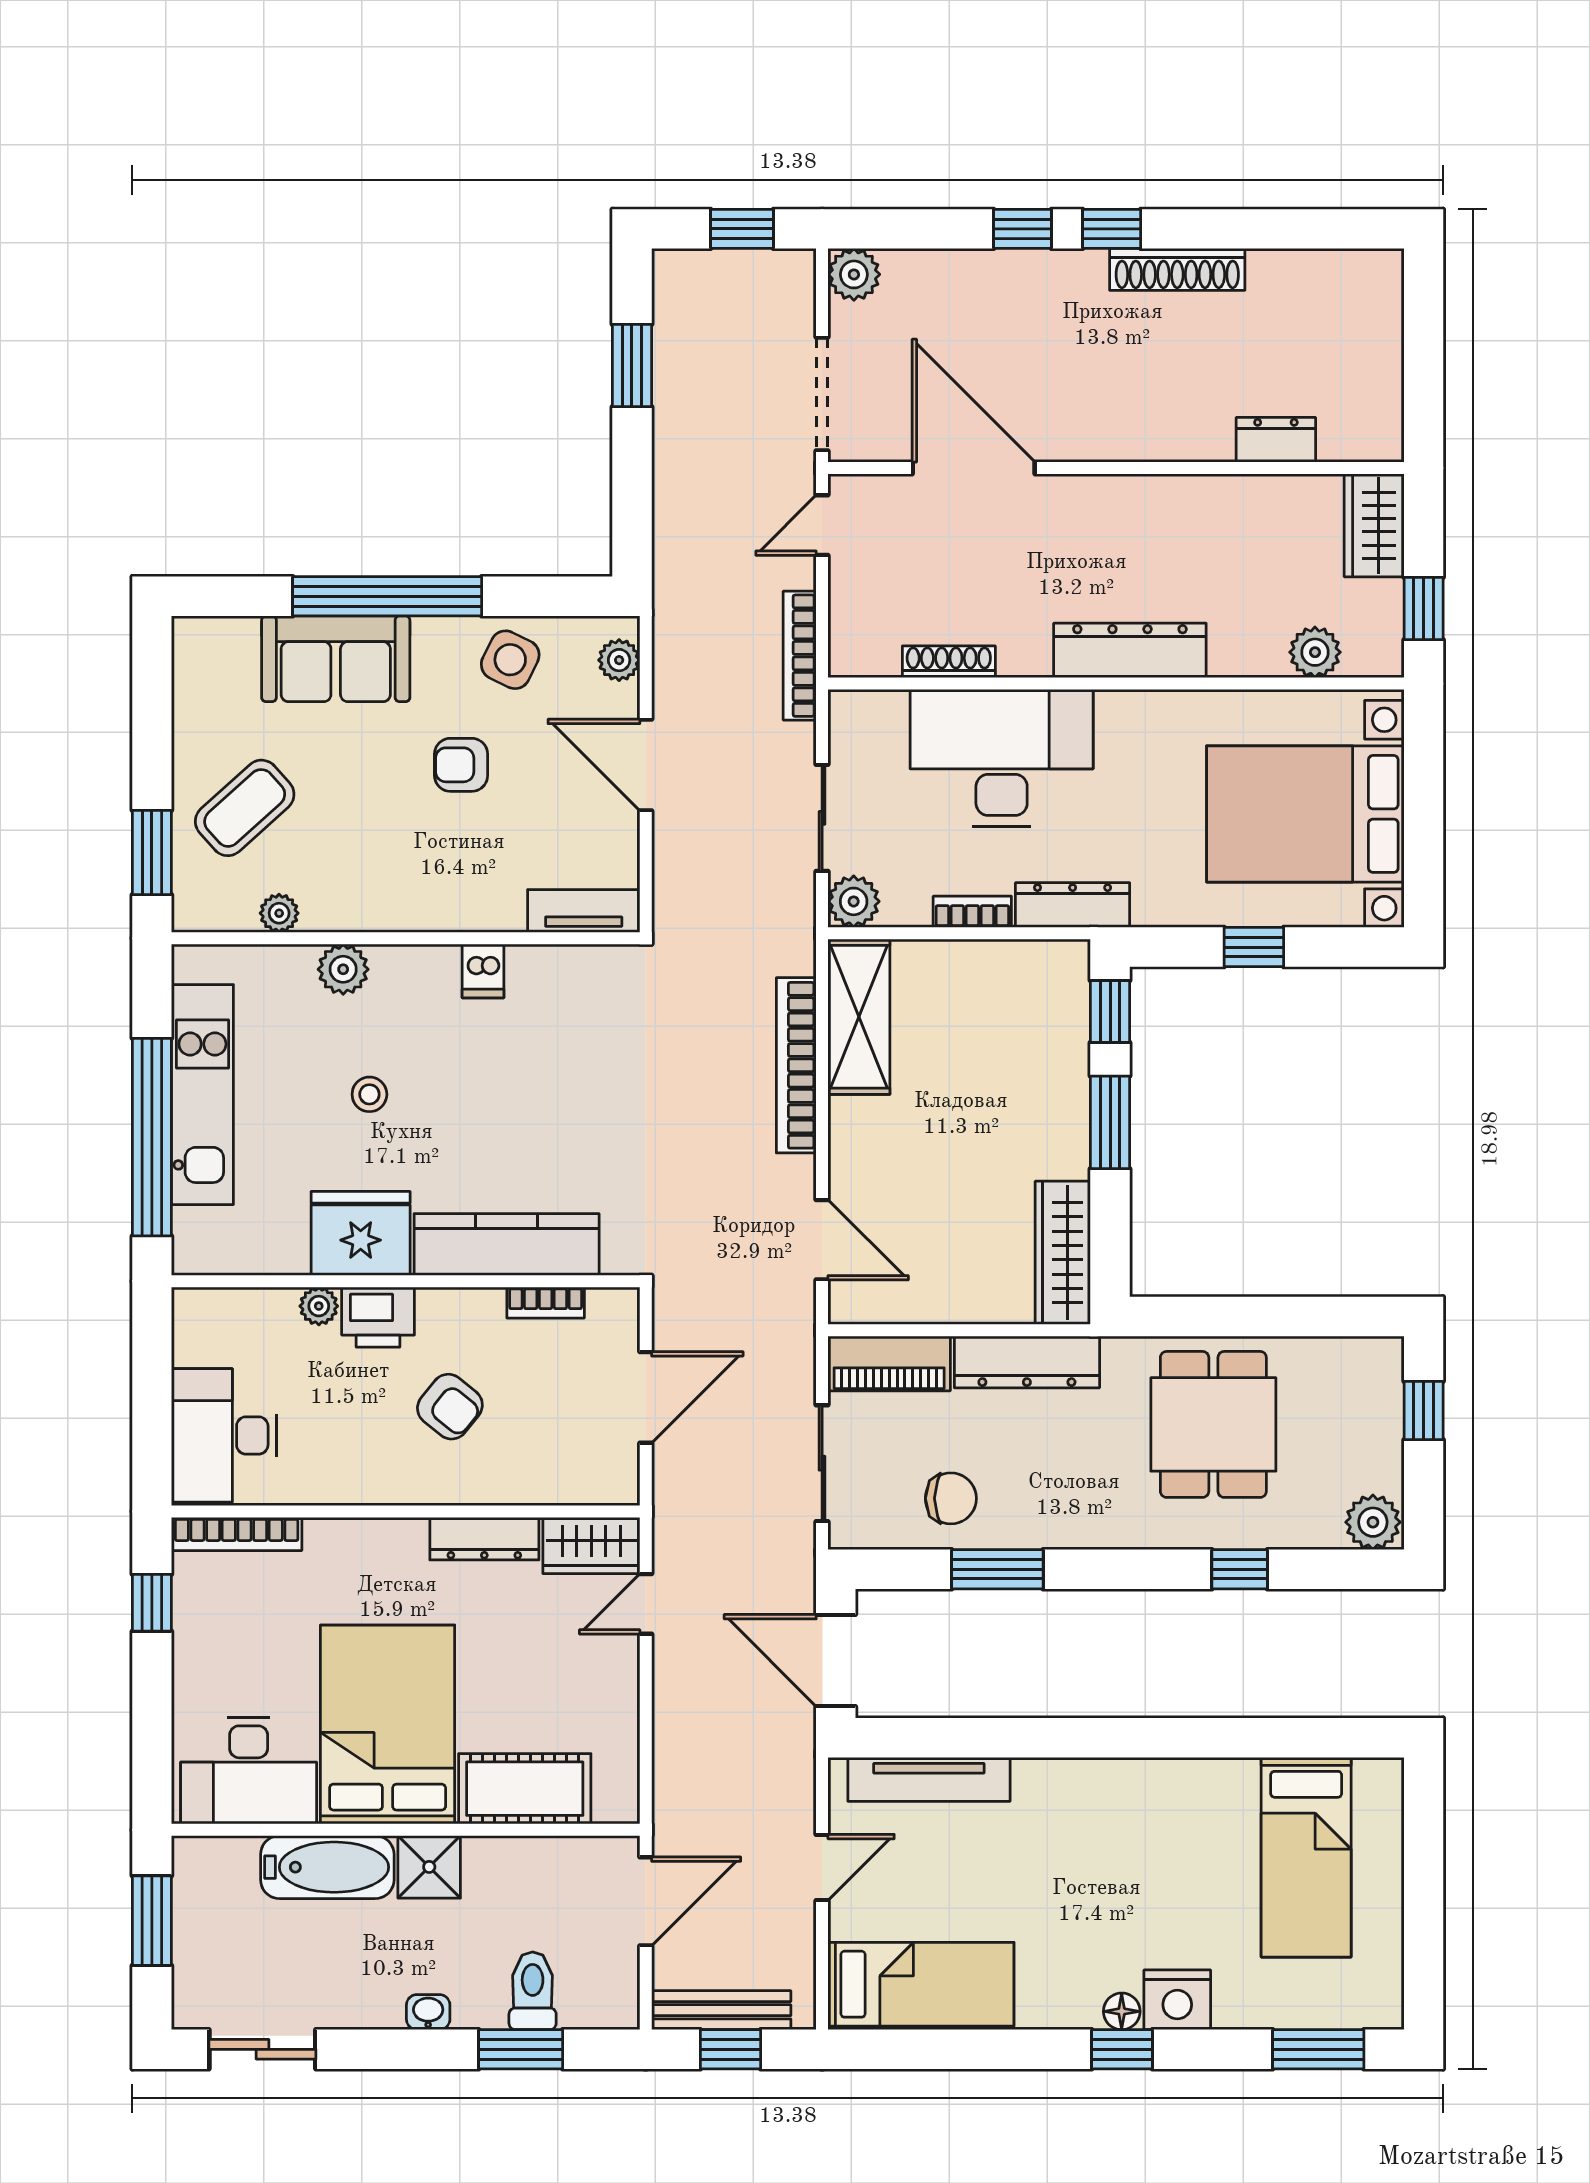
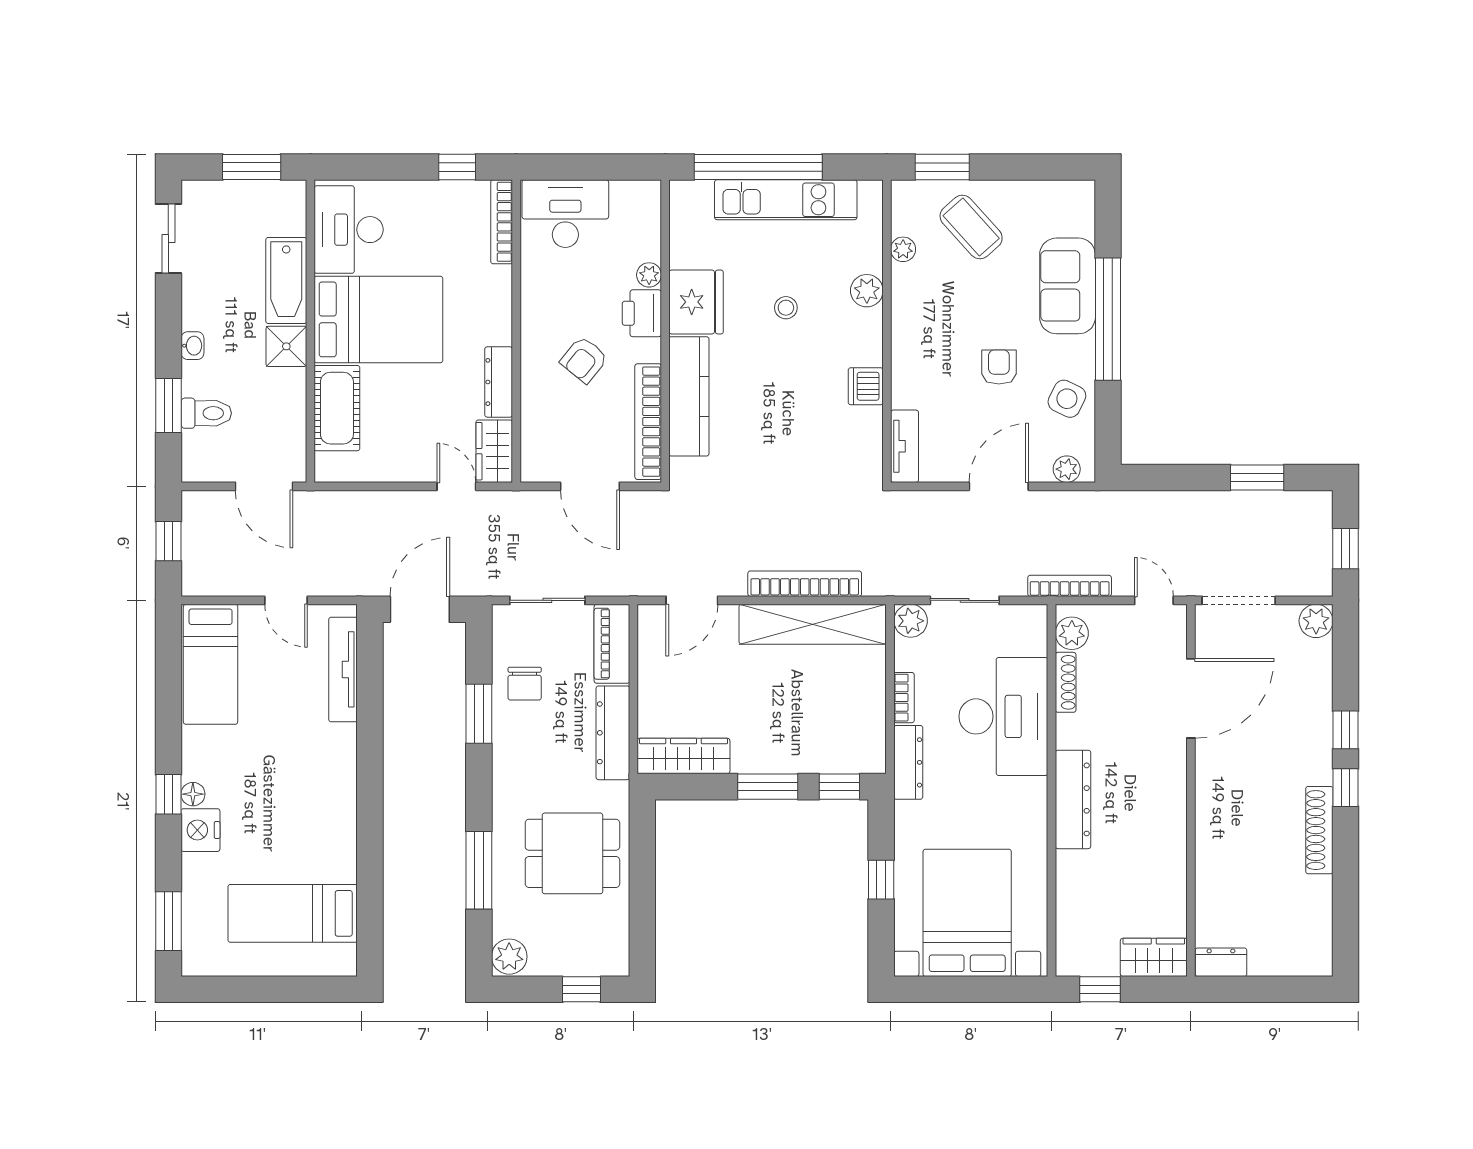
dresser: (1276, 440) -> (1221, 962), moved, turned -90
plant: (1315, 652) -> (1072, 633), moved
dishwasher: (483, 971) -> (866, 386), width x1.38
shelving: (859, 1017) -> (813, 624), width x1.47
bookcase: (546, 1303) -> (648, 422), width x2.31, depth x1.31
window: (1240, 1569) -> (479, 870), width x2.17
bench: (721, 2010) -> (194, 535), removed

